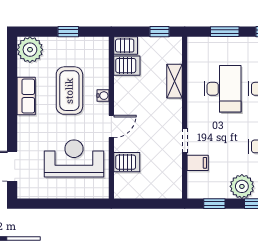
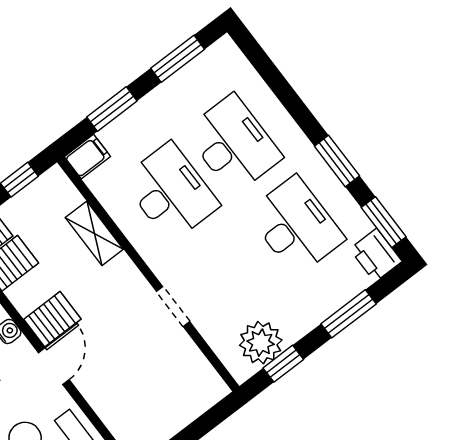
server rack: (127, 162) -> (52, 319), moved
filing cabinet: (198, 163) -> (87, 157), moved
plant: (242, 186) -> (261, 343), moved

